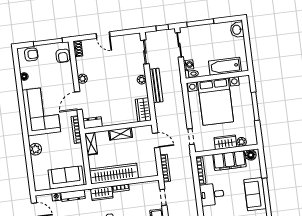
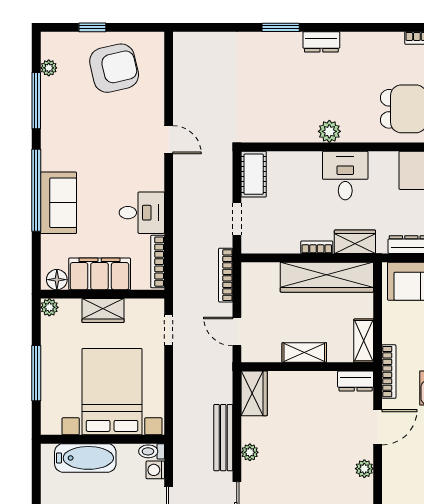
plant: (242, 142) -> (49, 307), moved

